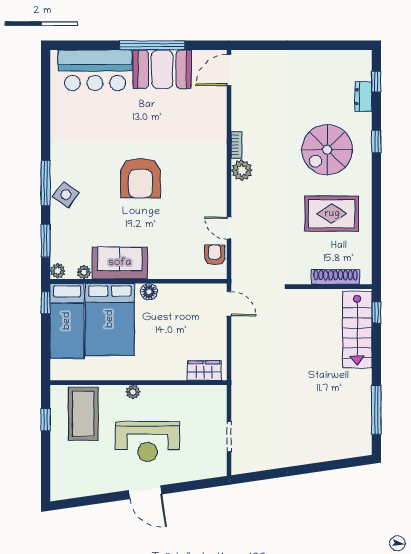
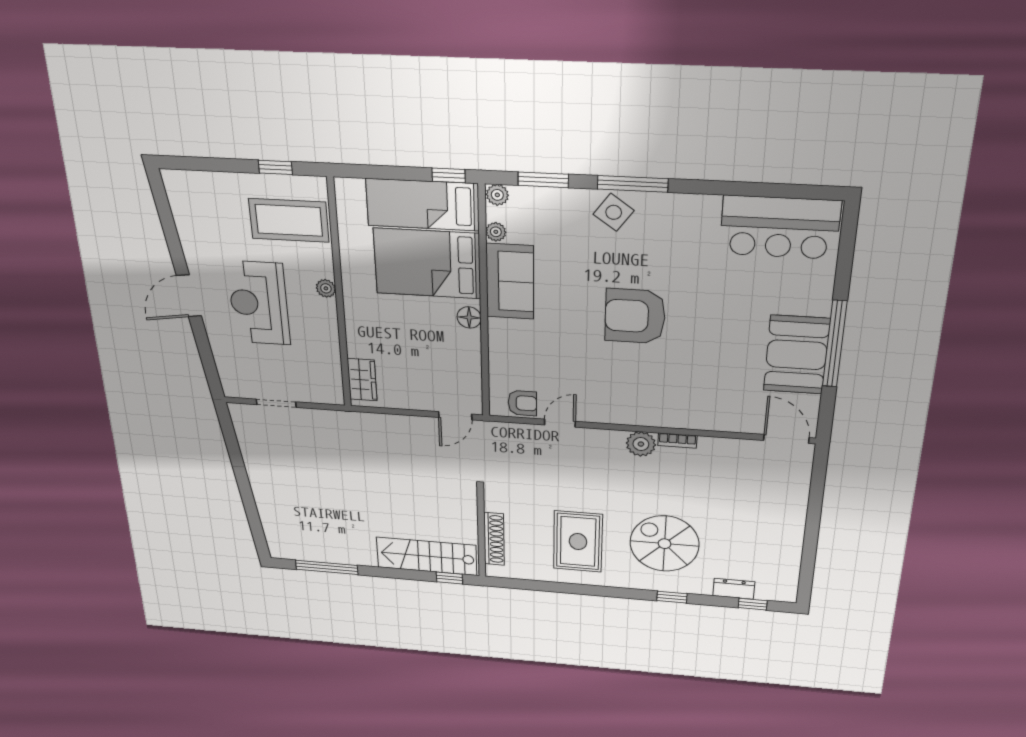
bar counter: (95, 70) -> (780, 227), moved, turned -90

